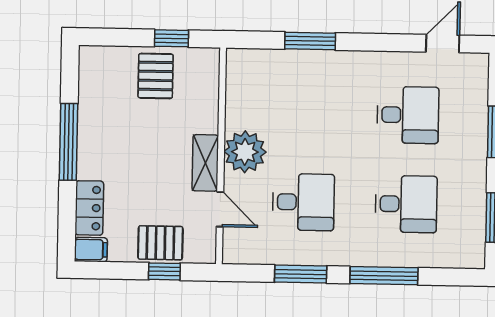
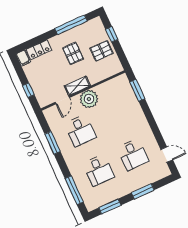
window: (171, 38) -> (112, 34), moved
window: (310, 41) -> (137, 90), moved
window: (68, 142) -> (71, 25), moved
pallet: (160, 243) -> (73, 53), moved
window: (384, 276) -> (74, 190), moved

